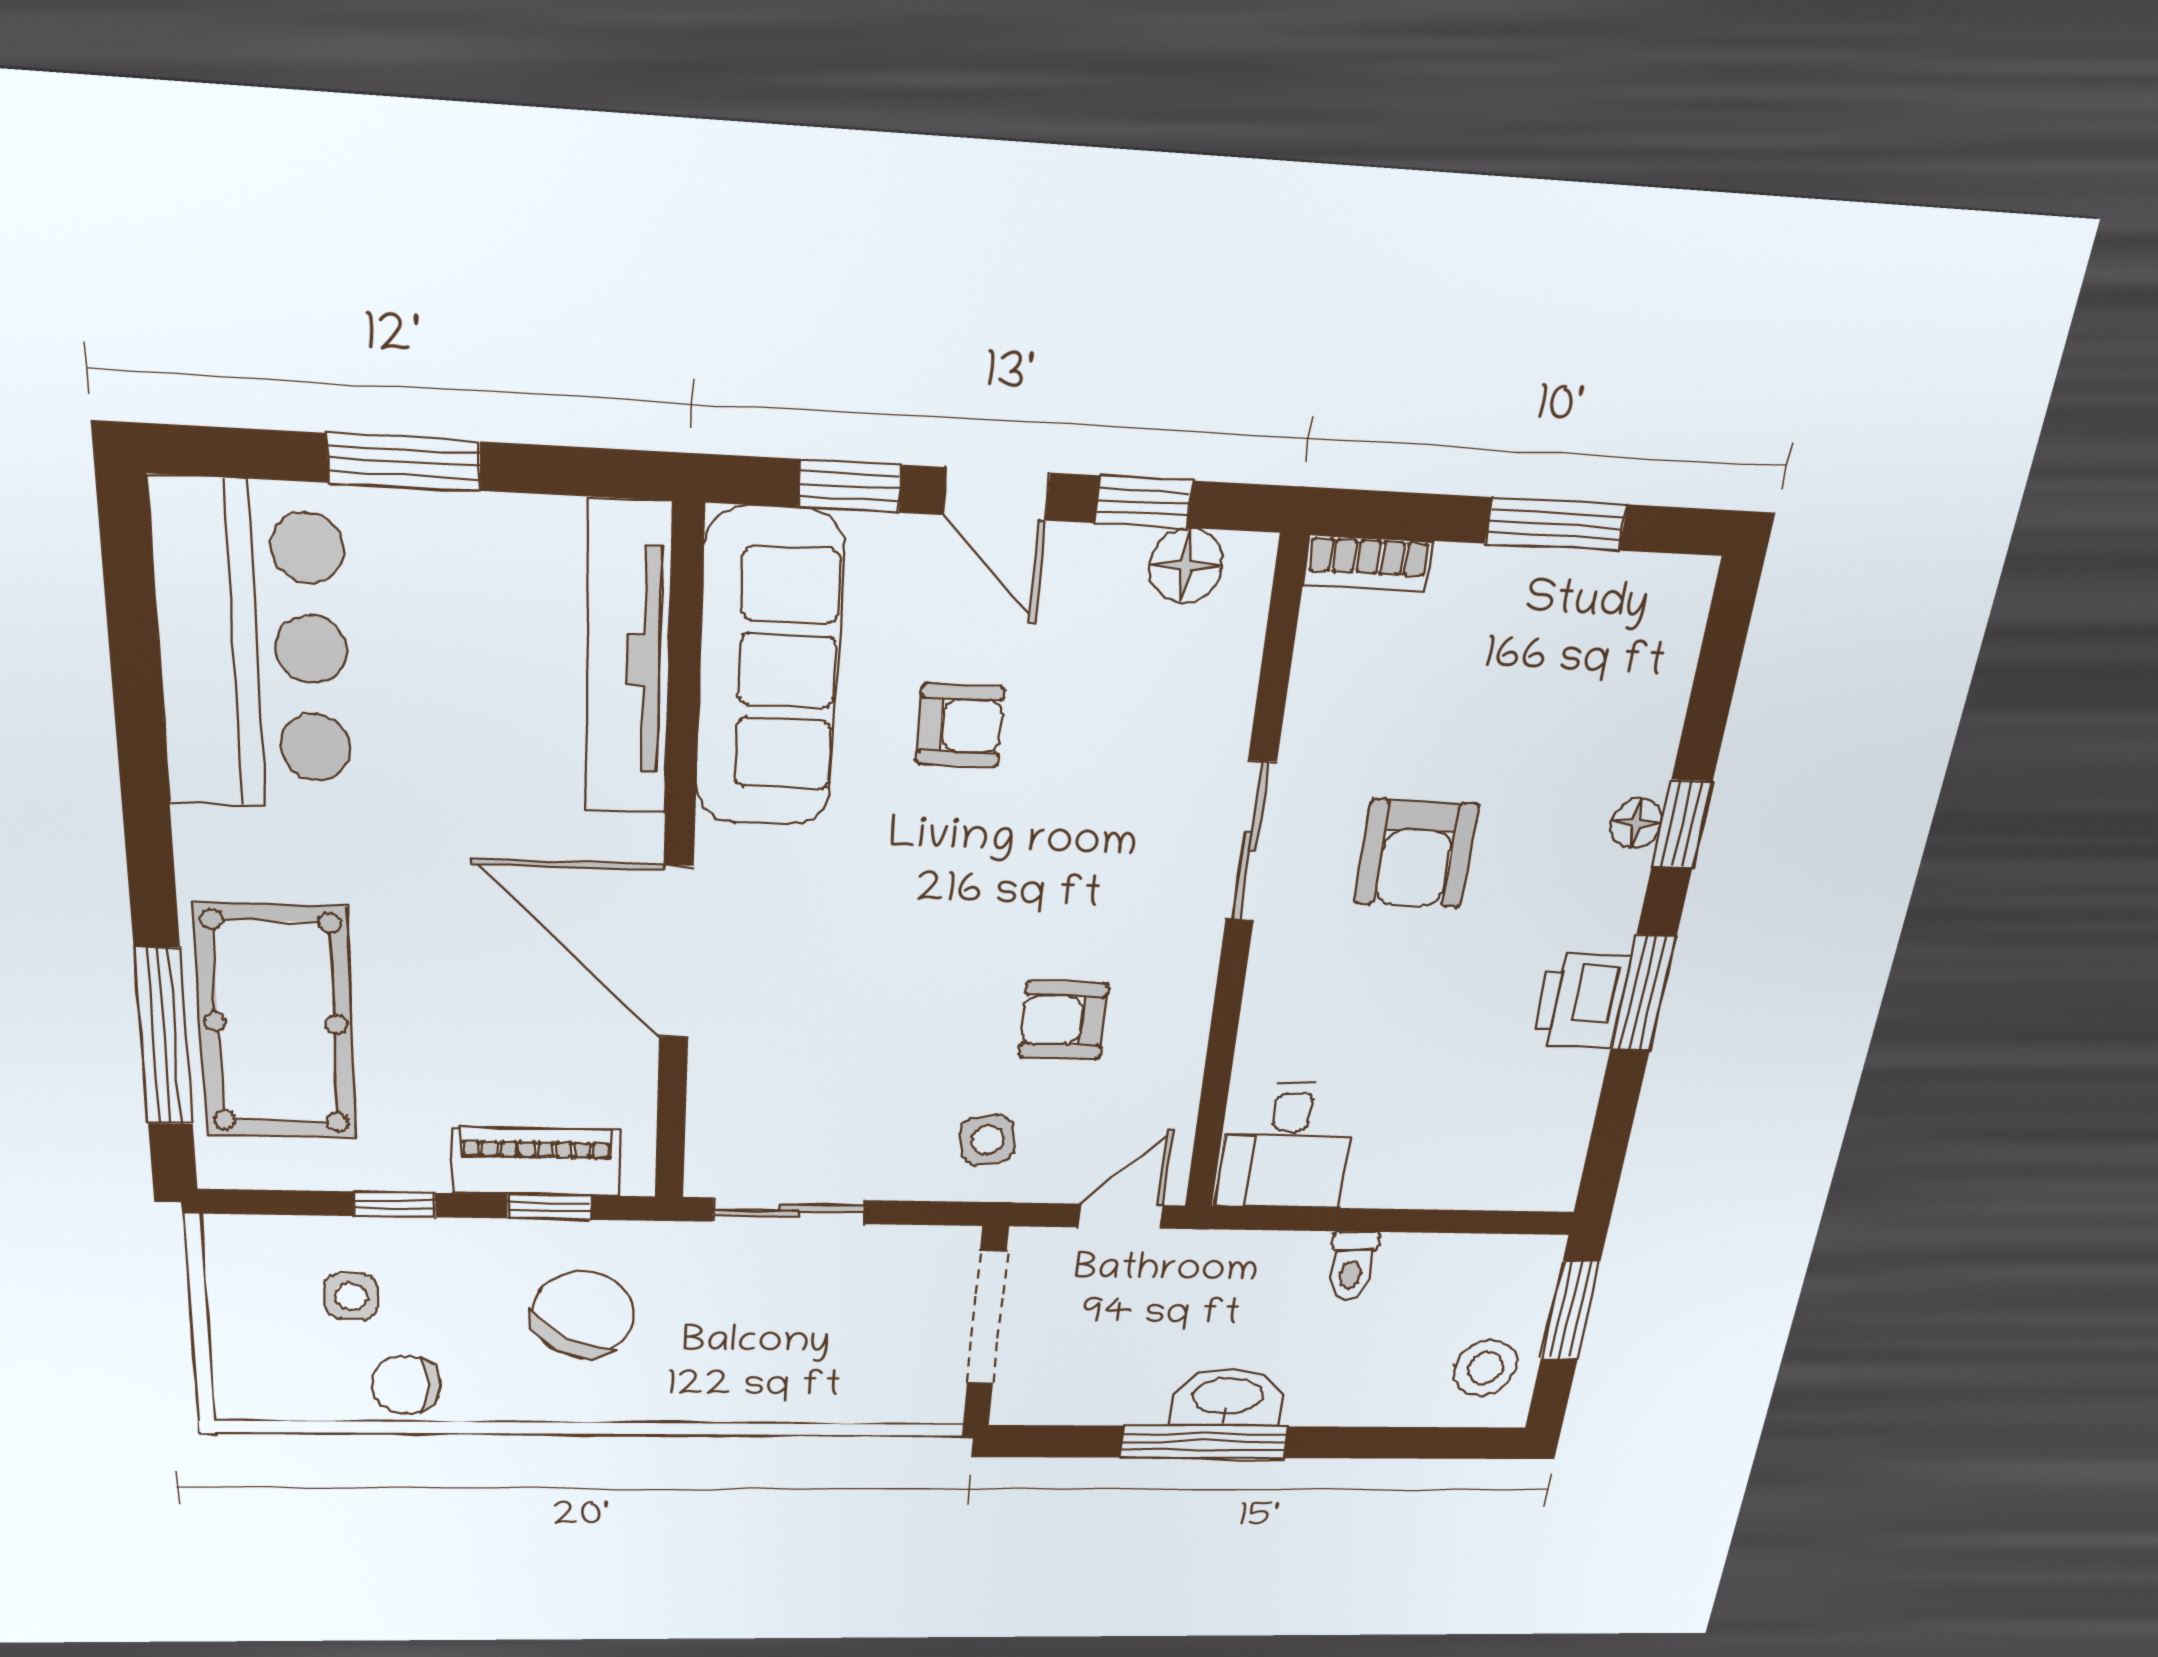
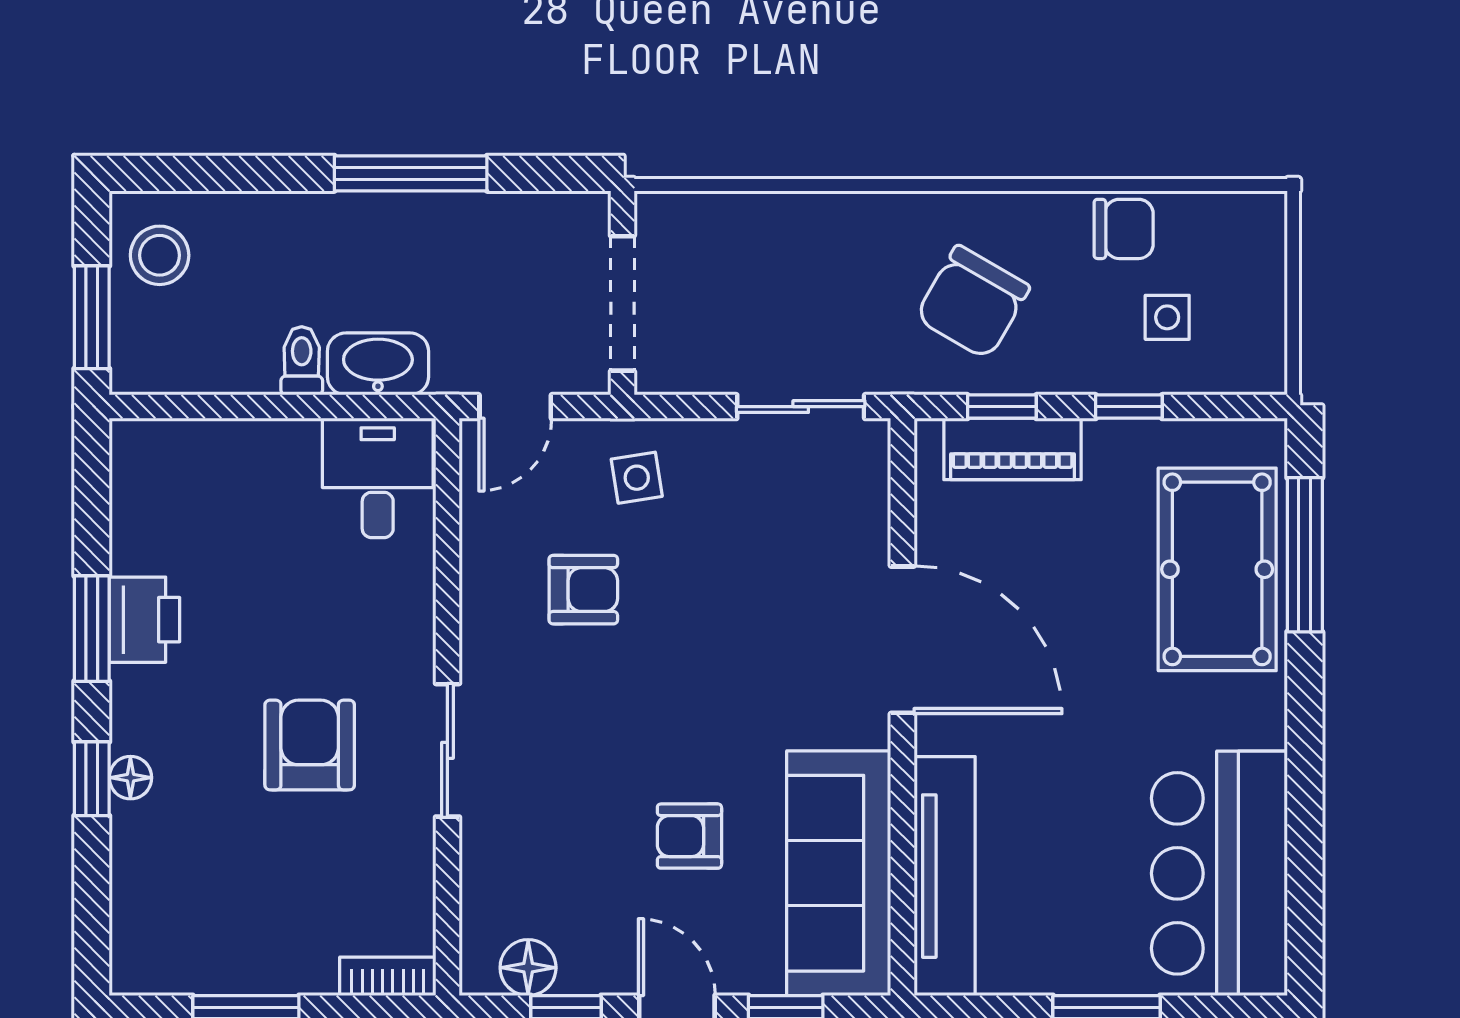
washbasin: (1227, 1397) -> (378, 364), moved, turned 180

